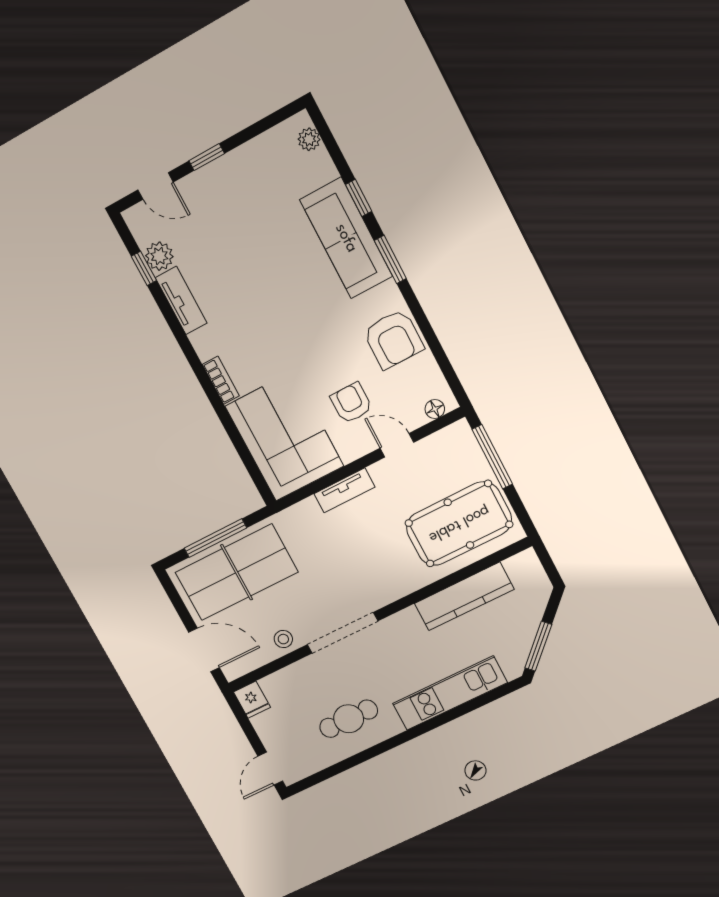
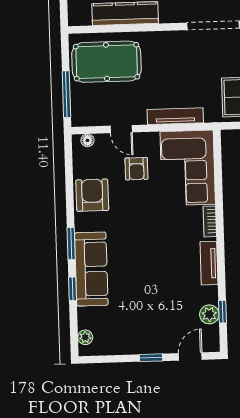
door: (156, 186) -> (190, 356), hinge flipped
tv unit: (181, 300) -> (209, 263), moved
tv unit: (344, 490) -> (175, 116), width x1.41

